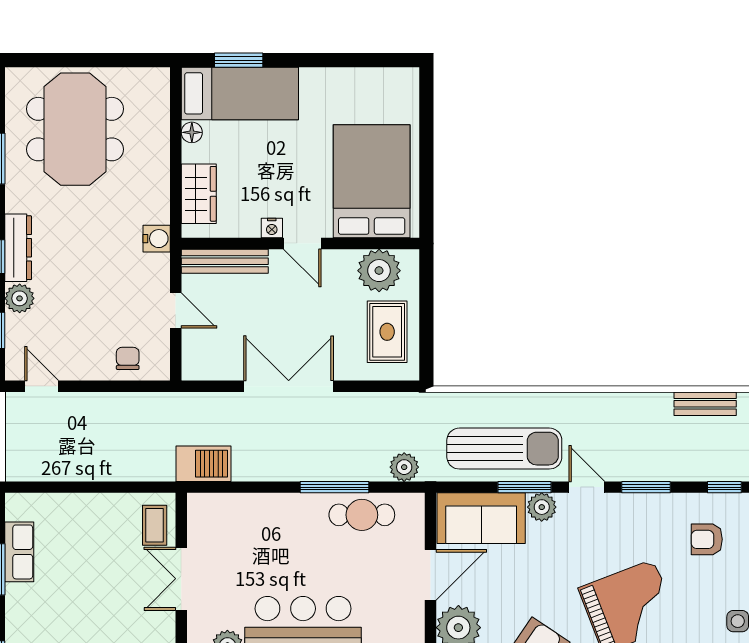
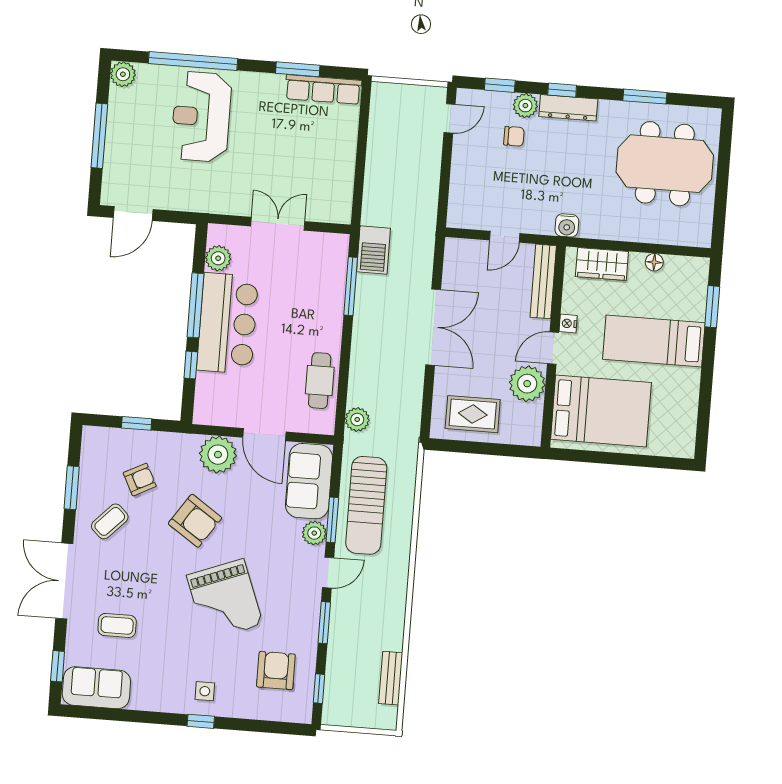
bed: (240, 93) -> (654, 341), moved, turned 90
plant: (379, 271) -> (527, 384), moved
chair: (128, 358) -> (514, 136), moved
window: (334, 487) -> (351, 286), moved
coffee table: (155, 525) -> (325, 205), removed
armchair: (707, 539) -> (276, 670), width x1.38, depth x1.38
row of seats: (19, 552) -> (323, 89), width x1.48

